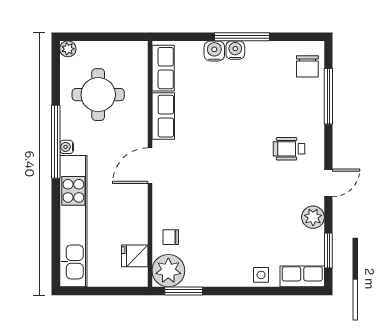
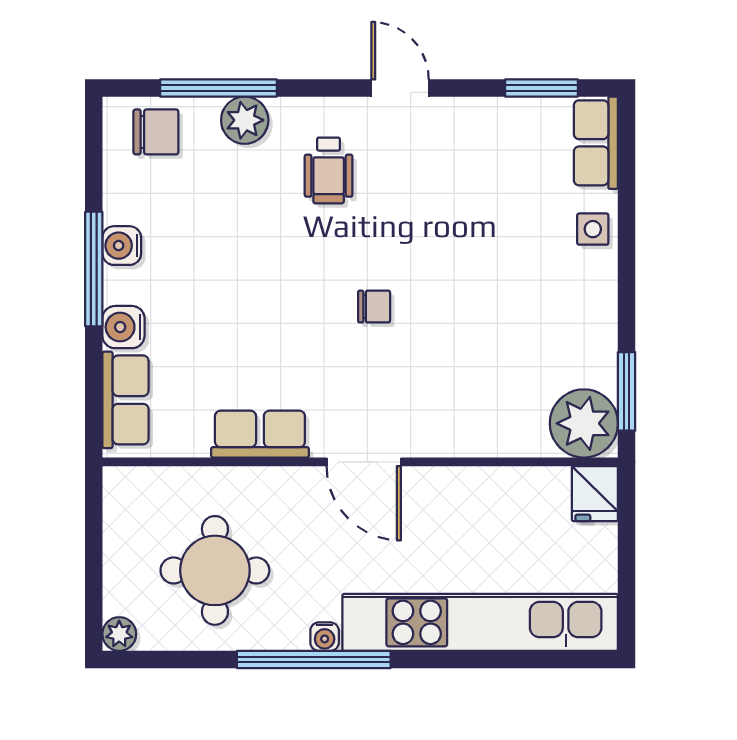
water cooler: (235, 50) -> (122, 246), moved
row of seats: (163, 68) -> (125, 400), moved, turned 90
plant: (313, 217) -> (245, 120), moved
chair: (171, 237) -> (374, 307), moved, turned -90
fridge: (135, 256) -> (595, 494), moved

